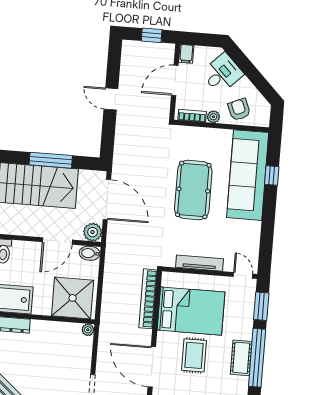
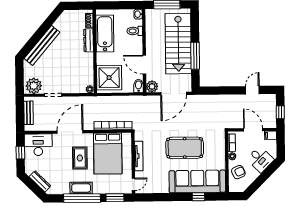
door: (111, 99) -> (252, 90), moved
rug: (194, 355) -> (80, 158), turned 90

